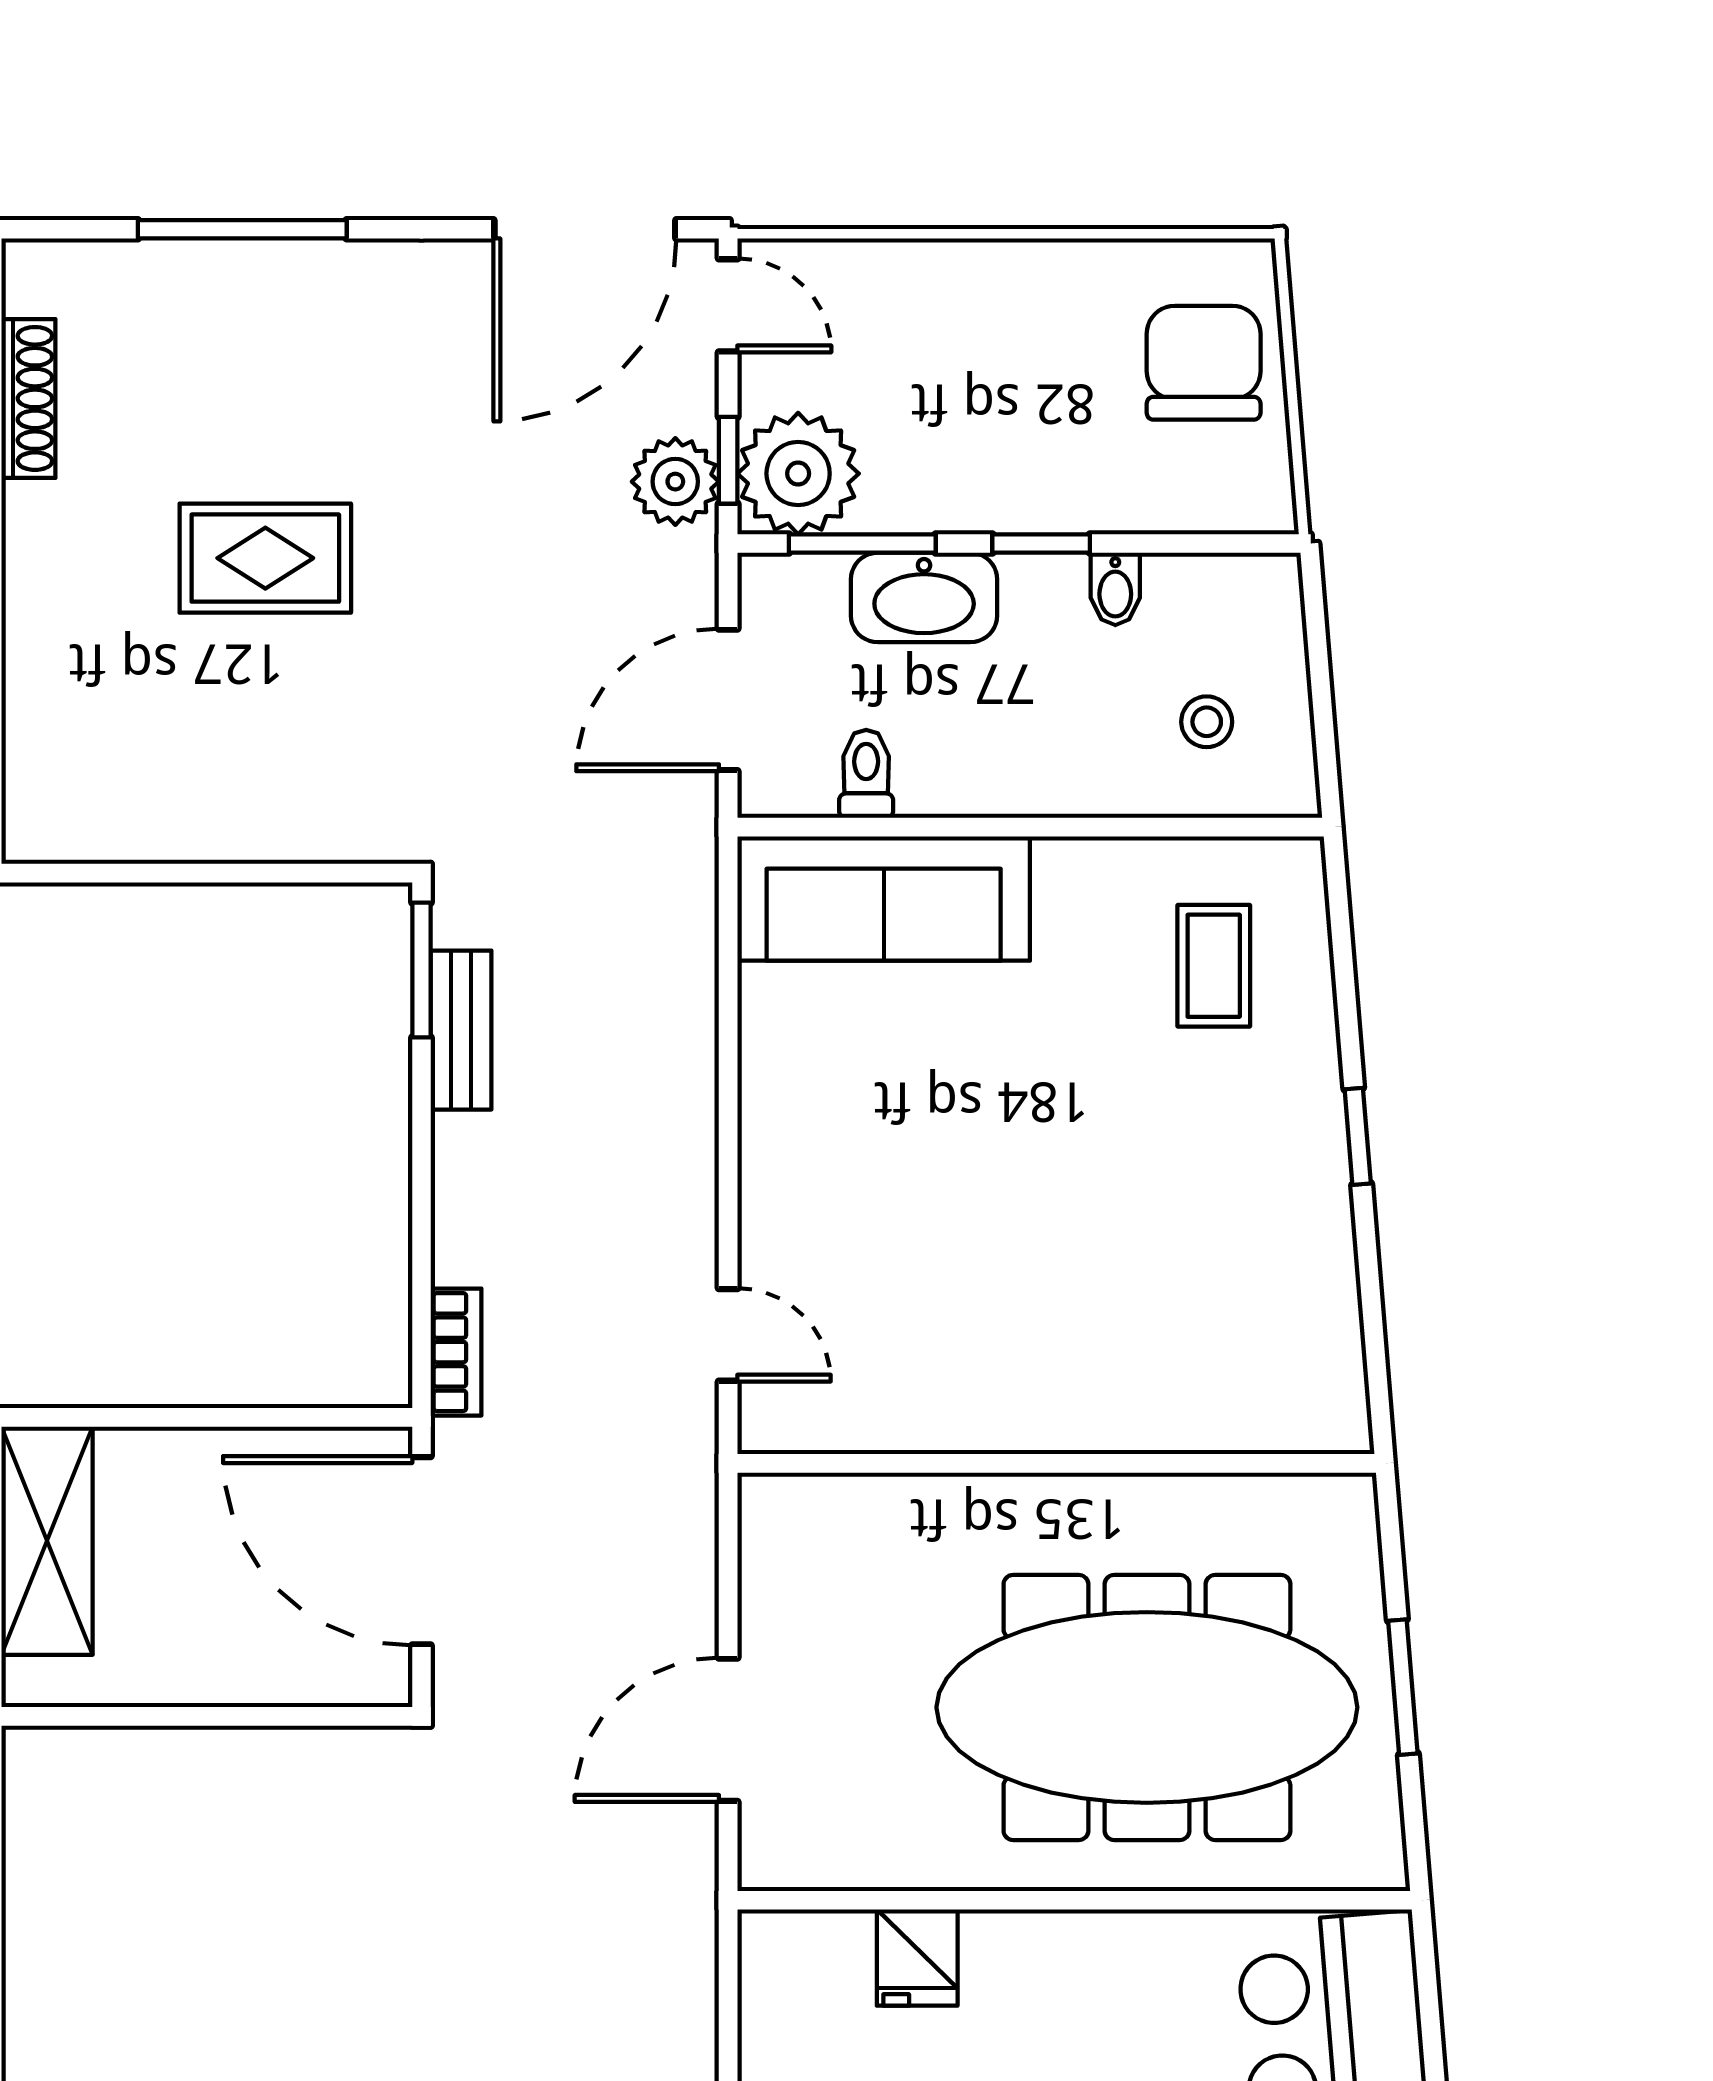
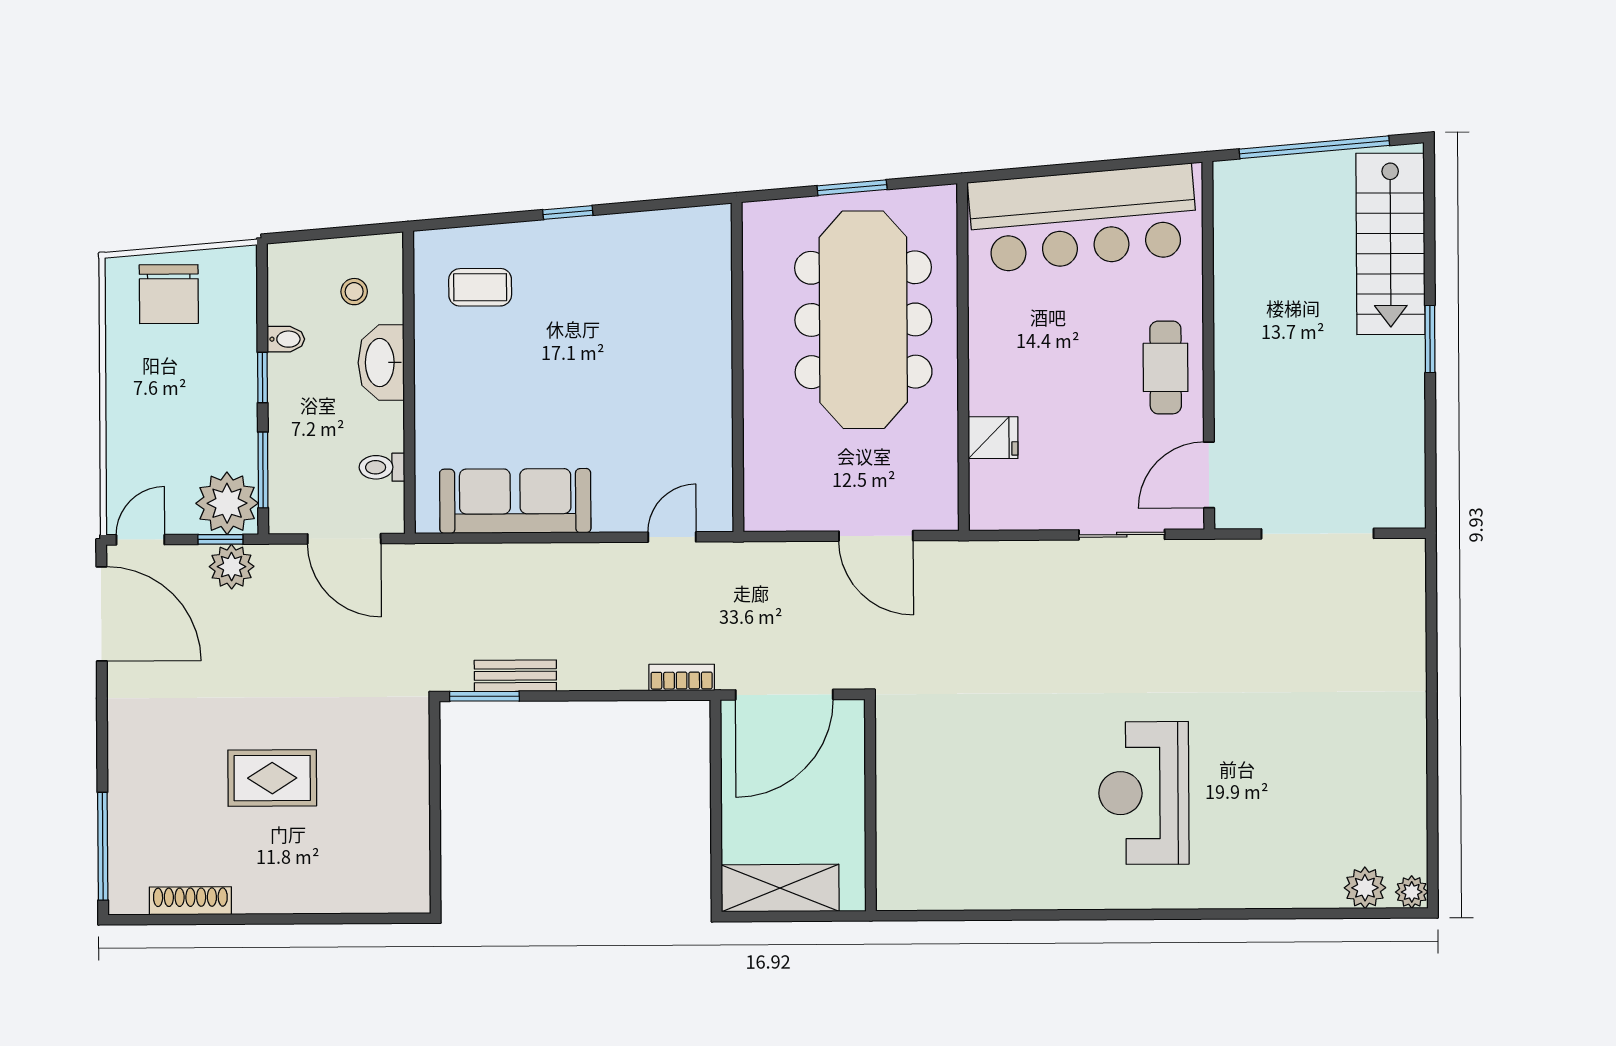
window: (242, 229) -> (103, 846), moved
chair: (1204, 363) -> (169, 294), turned -90
rug: (265, 558) -> (272, 778), turned 90
washbasin: (924, 597) -> (381, 363), moved, turned 180
sofa: (884, 899) -> (515, 501), moved, turned -90

